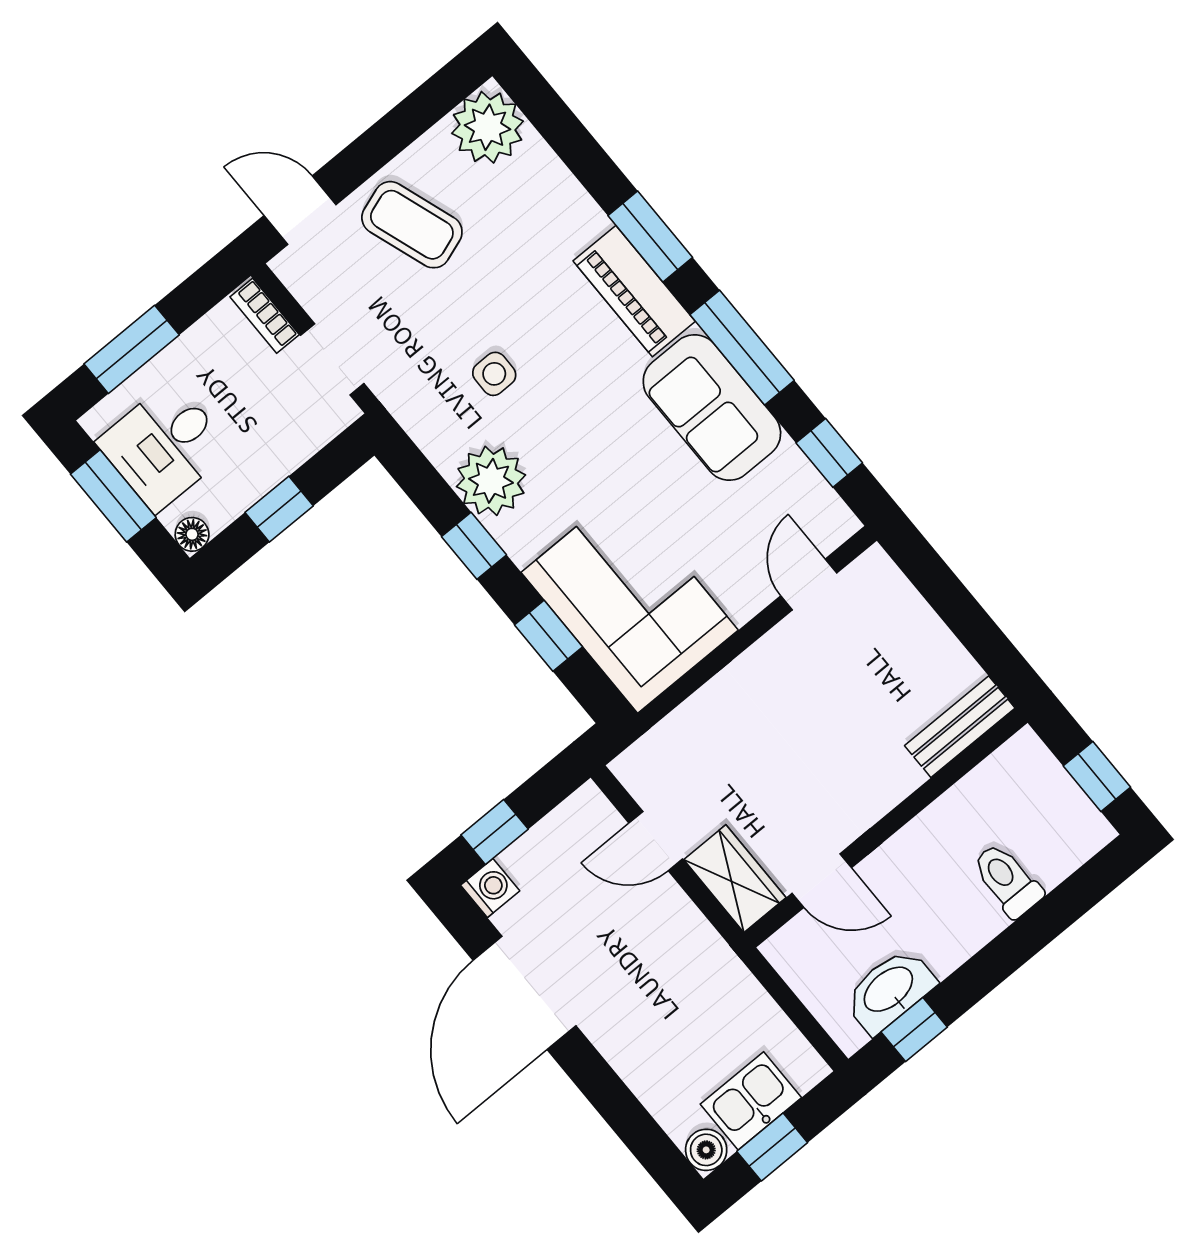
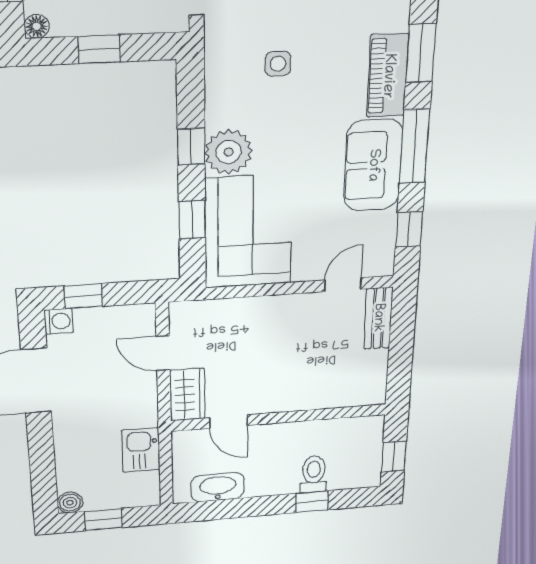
plant: (491, 481) -> (229, 152), moved
bench: (960, 727) -> (378, 318), moved, turned 90
window: (914, 1030) -> (312, 502), moved
kitchen sink: (751, 1101) -> (141, 450), moved, turned -90

